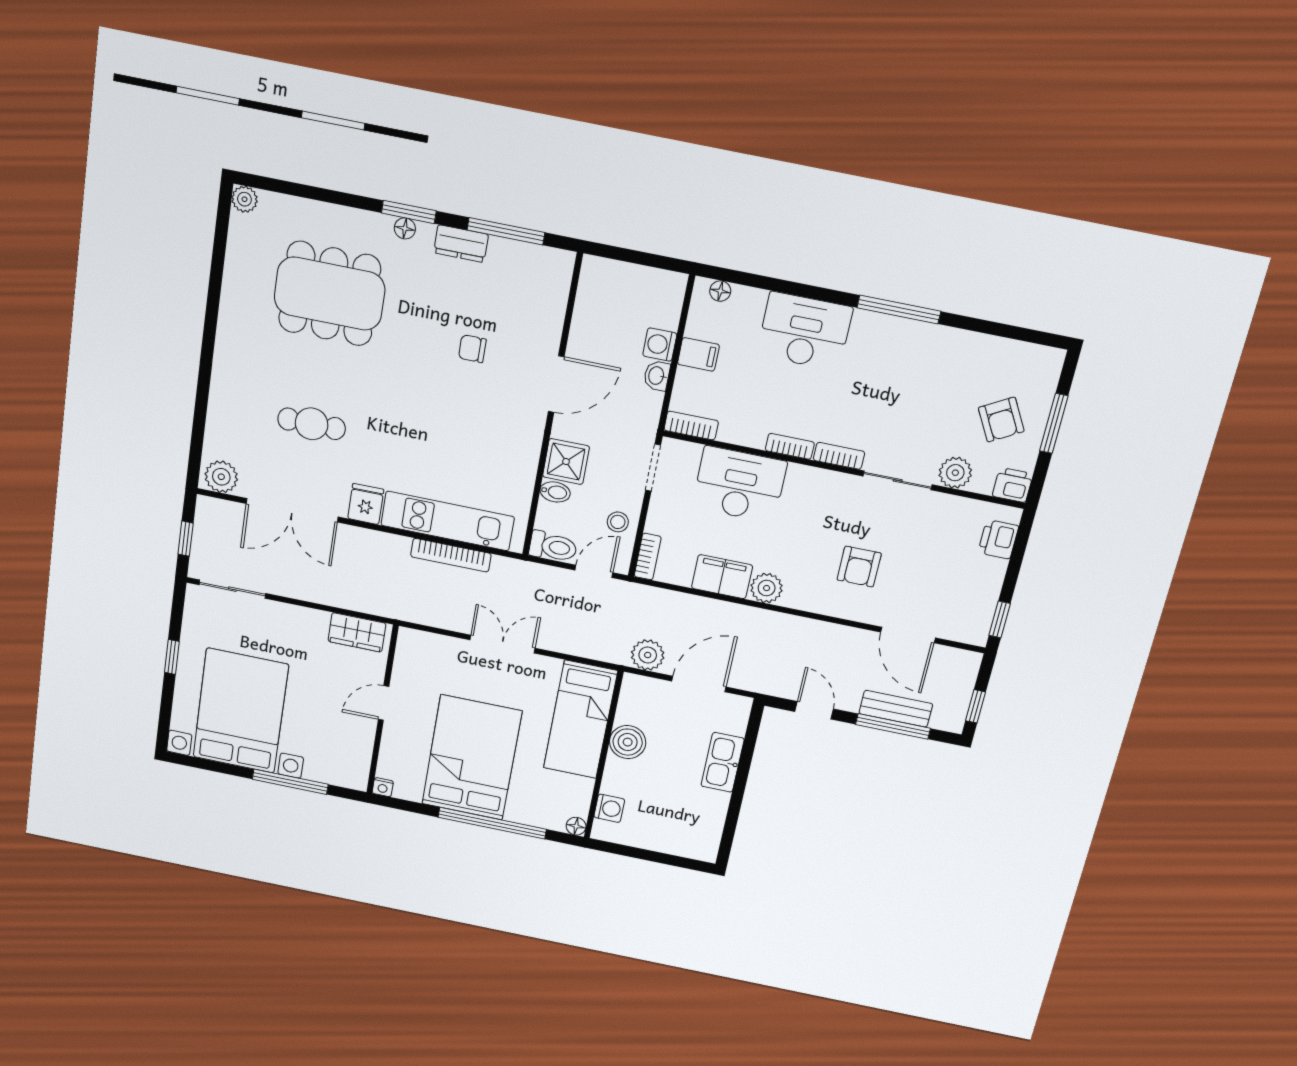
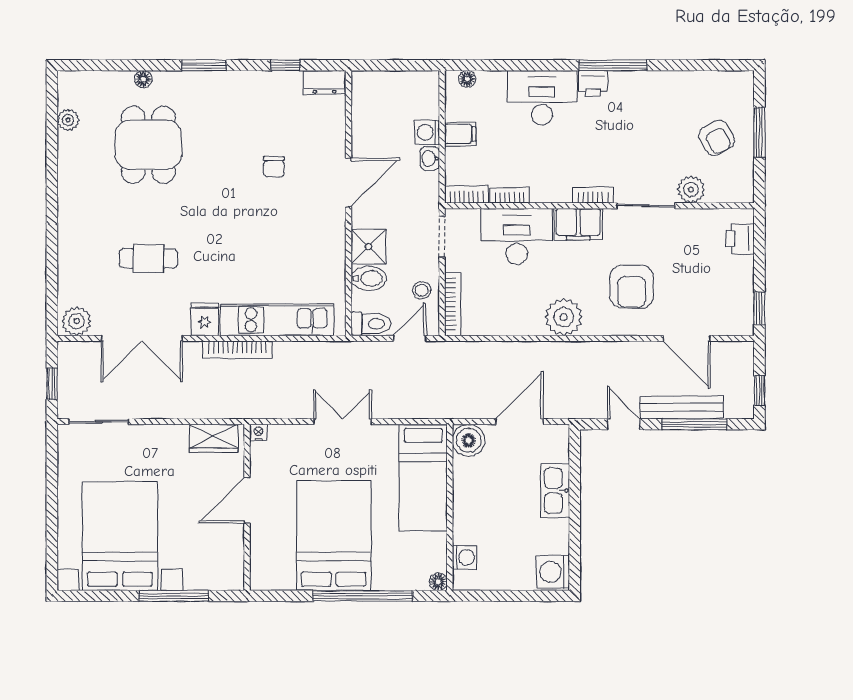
plant: (244, 199) -> (68, 120), moved
floor lamp: (405, 228) -> (143, 79), moved
window: (506, 231) -> (285, 65), width x0.46
dresser: (461, 244) -> (325, 82), moved
dining table: (330, 294) -> (148, 145), width x0.73
chair: (472, 349) -> (274, 167), turned -90
bookcase: (790, 446) -> (510, 195), moved
printer: (1013, 485) -> (593, 83), moved, turned 180
bidet: (555, 492) -> (369, 278), width x1.38, depth x1.36
bookcase: (451, 555) -> (237, 350), moved
bookcase: (648, 557) -> (453, 304), width x1.56
armchair: (859, 567) -> (632, 287), width x1.38, depth x1.38
filing cabinet: (722, 577) -> (578, 224), moved, turned 180
plant: (767, 588) -> (564, 317), width x1.36, depth x1.36
plant: (648, 655) -> (470, 404), removed
window: (172, 657) -> (52, 497), removed
door: (384, 703) -> (247, 500), width x1.38
bench: (896, 709) -> (682, 407), width x1.36
boiler: (628, 742) -> (469, 440), moved
nightstand: (383, 787) -> (258, 433), moved, turned 180
washing machine: (702, 842) -> (553, 572), added

